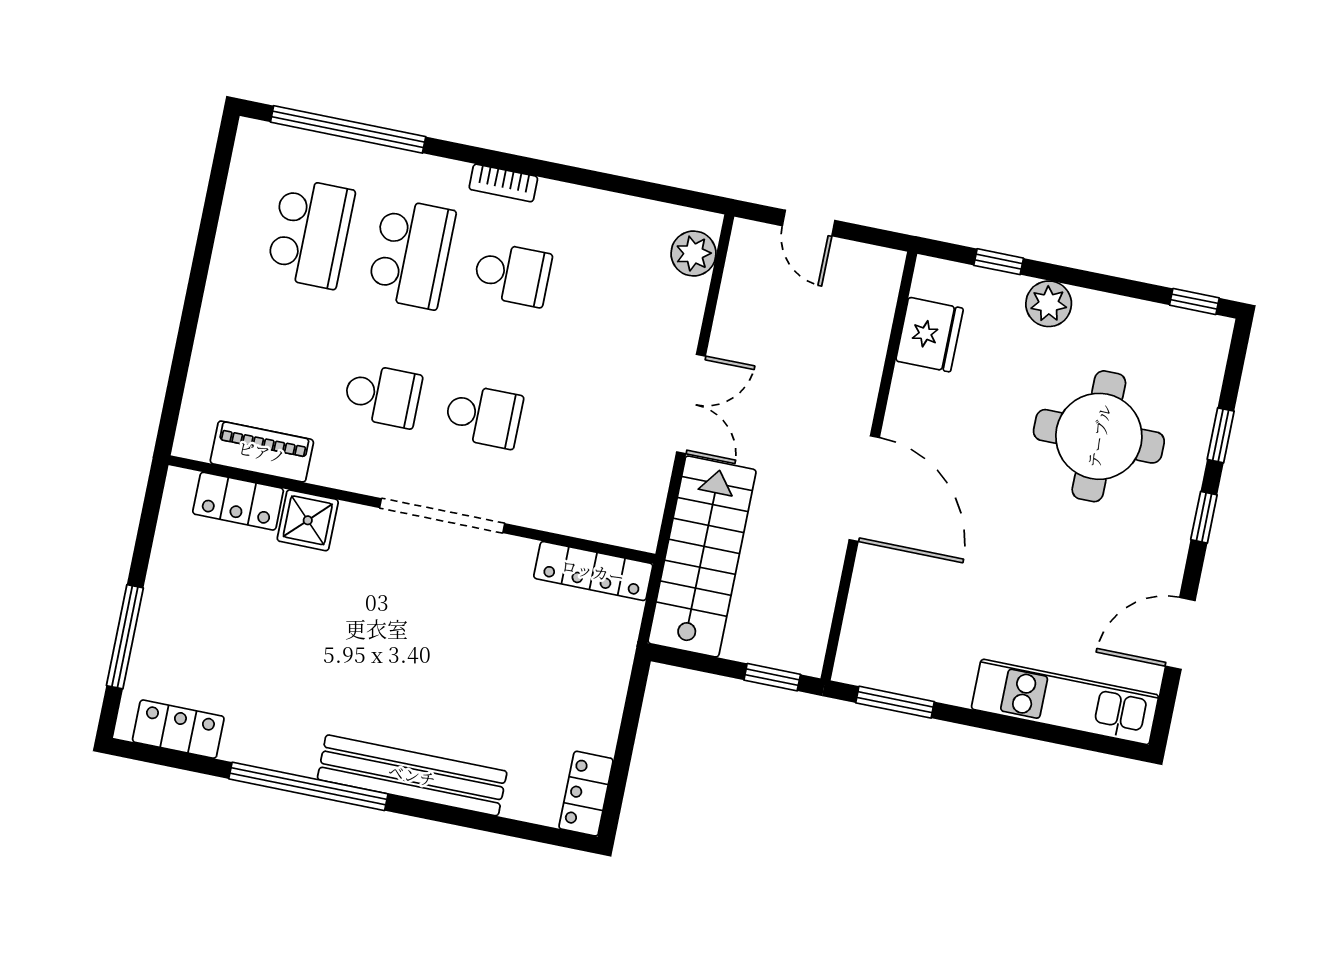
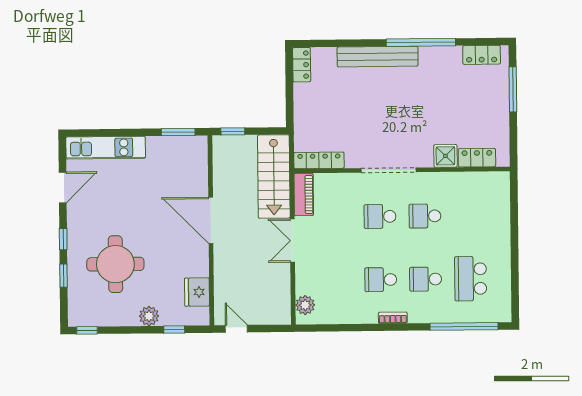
door: (809, 223) -> (236, 329), moved
school desk: (411, 254) -> (426, 279), width x0.54
piano: (262, 452) -> (304, 195), moved, turned -90

